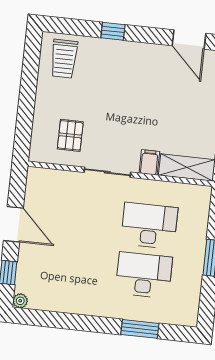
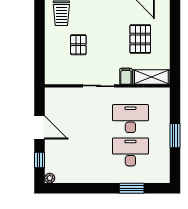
pallet: (177, 110) -> (140, 39), added
pallet: (70, 135) -> (78, 45), moved

